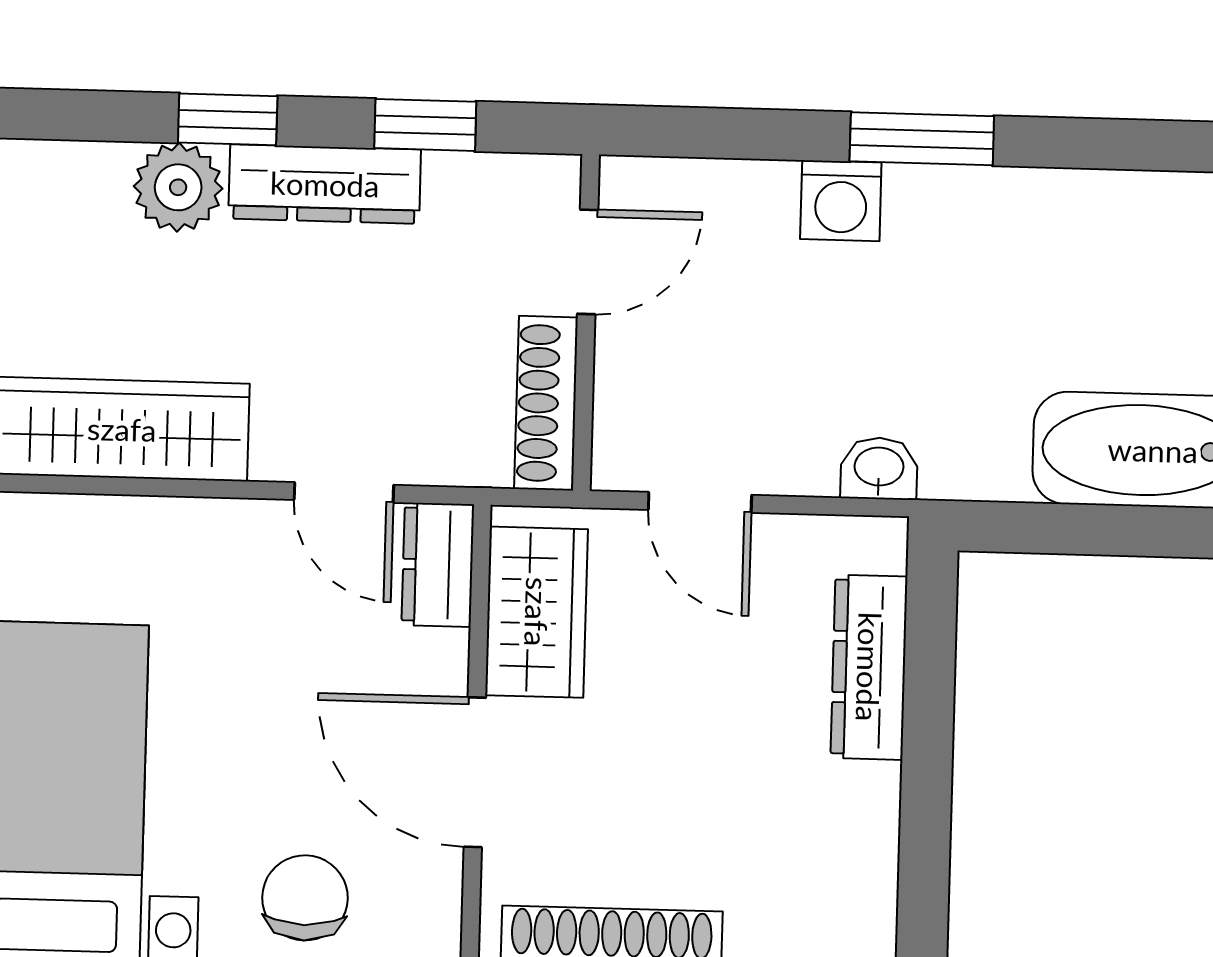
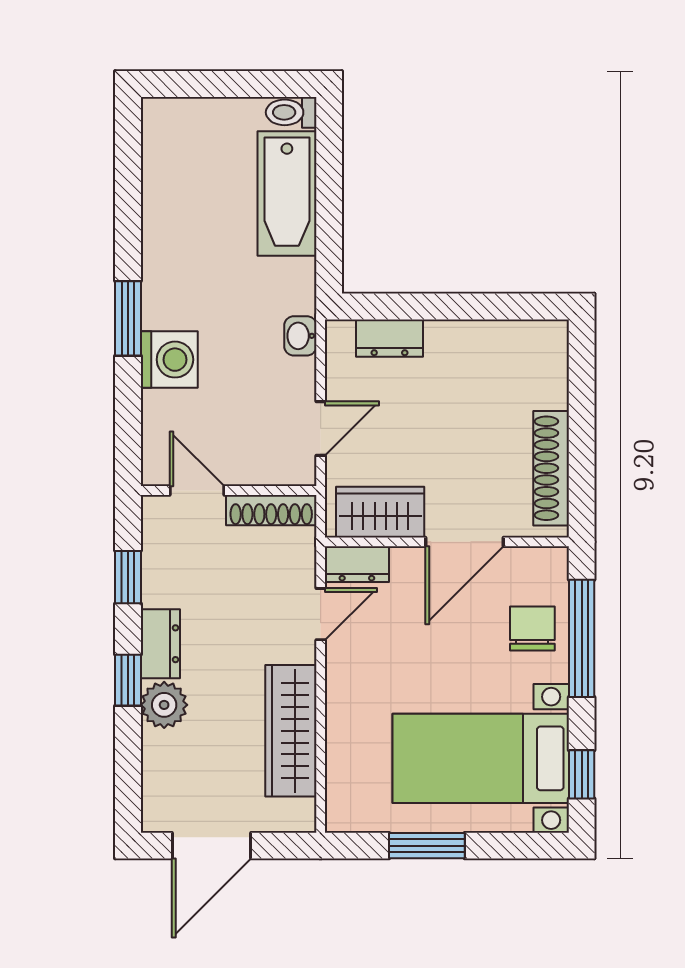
dresser: (325, 184) -> (160, 644), width x0.70
washing machine: (841, 201) -> (169, 360), width x1.38, depth x1.38
dresser: (869, 667) -> (389, 338), width x0.70
chair: (305, 898) -> (532, 628), turned 90

